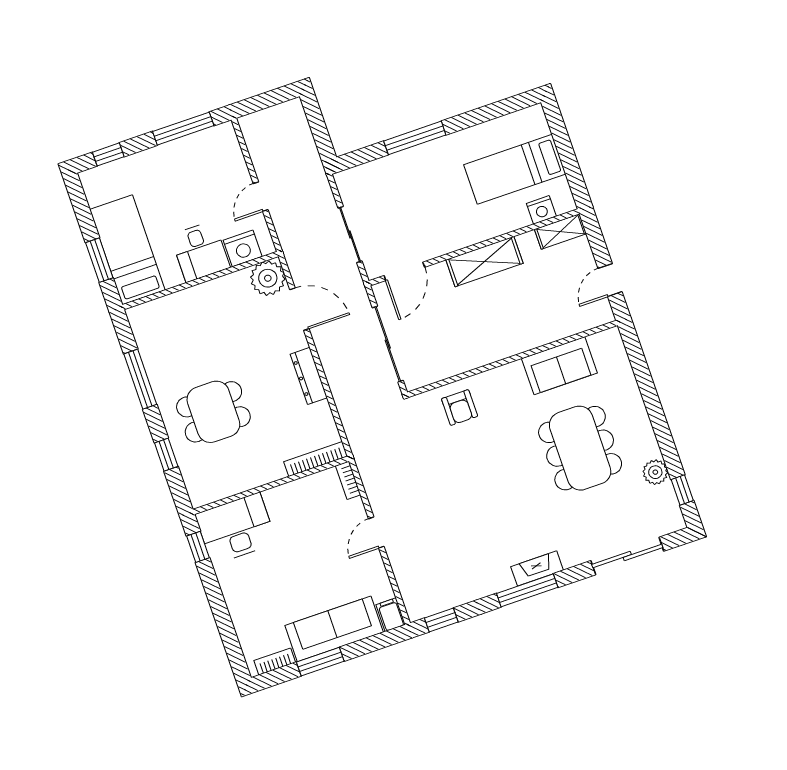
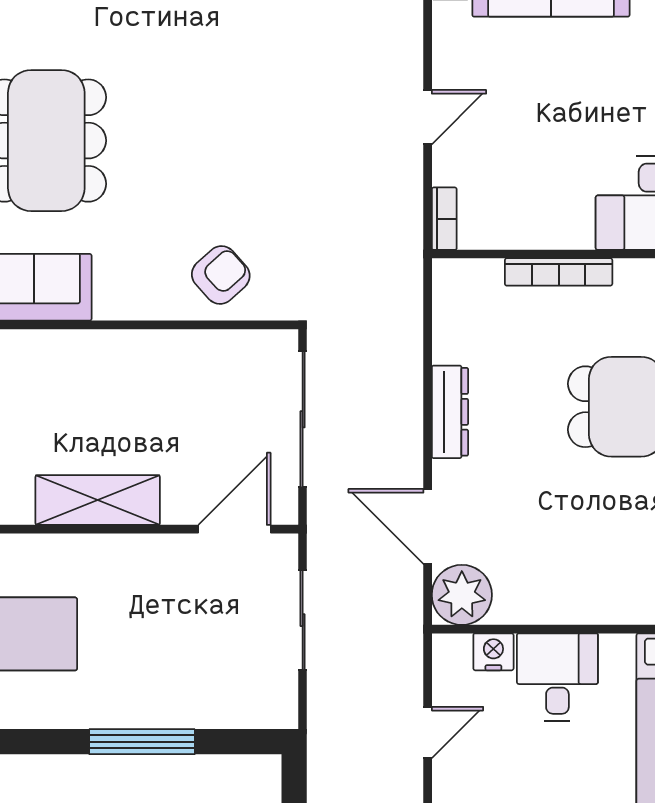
nightstand: (243, 248) -> (493, 652), width x0.74, depth x0.75
armchair: (460, 408) -> (221, 275), turned 48
bookcase: (316, 459) -> (559, 272), moved

